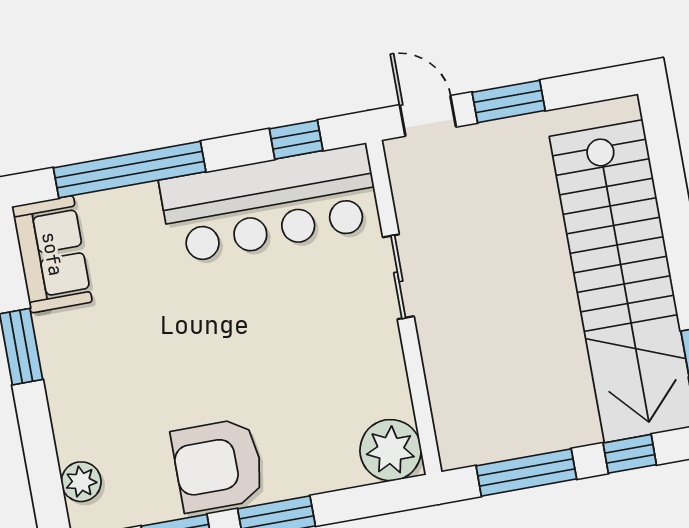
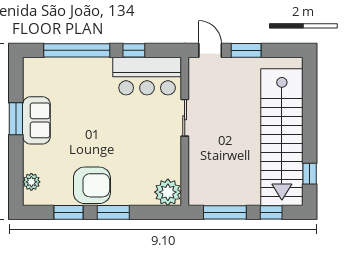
window: (296, 140) -> (134, 50), moved
bar counter: (270, 204) -> (147, 76), width x0.73
sofa: (52, 254) -> (36, 120), moved
armchair: (218, 465) -> (92, 185), turned 180

